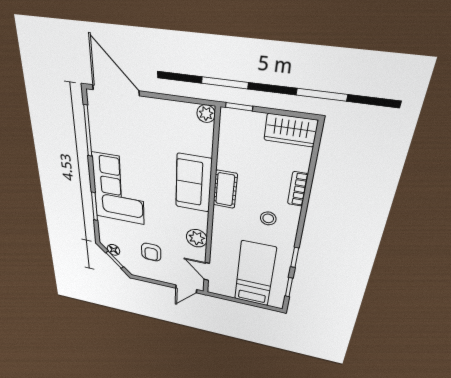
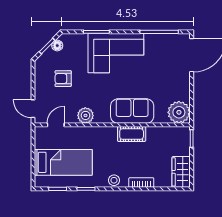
plant: (206, 114) -> (179, 112), width x1.87, depth x1.87
stool: (268, 218) -> (114, 180), moved

